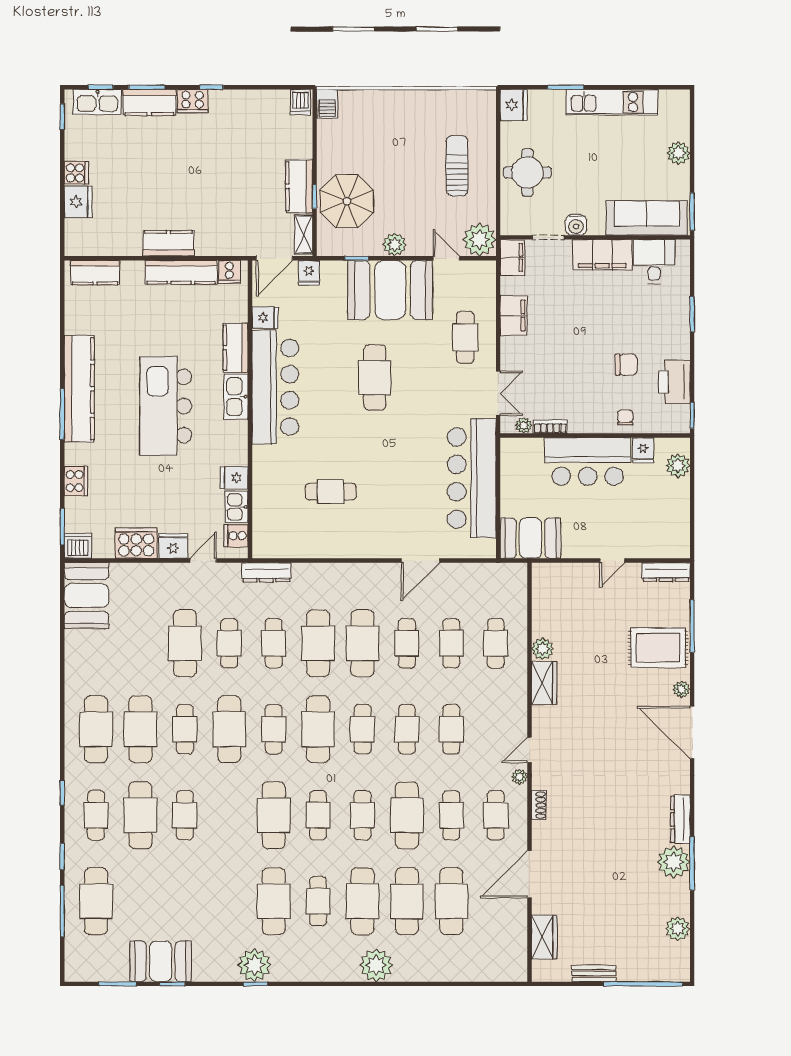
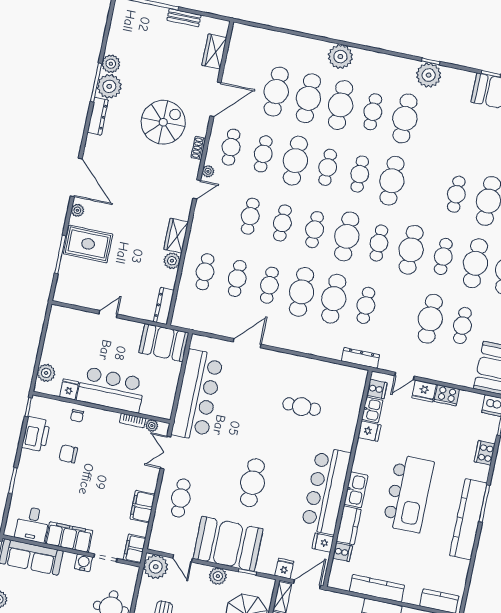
cooker: (229, 272) -> (343, 552), moved, turned 90
cooker: (136, 543) -> (447, 395), width x0.73, depth x0.76
dresser: (666, 572) -> (164, 306), moved, turned -90
cafe table: (229, 643) -> (462, 326), moved
spiral stairs: (592, 829) -> (163, 122), added
plant: (678, 929) -> (111, 64), moved

